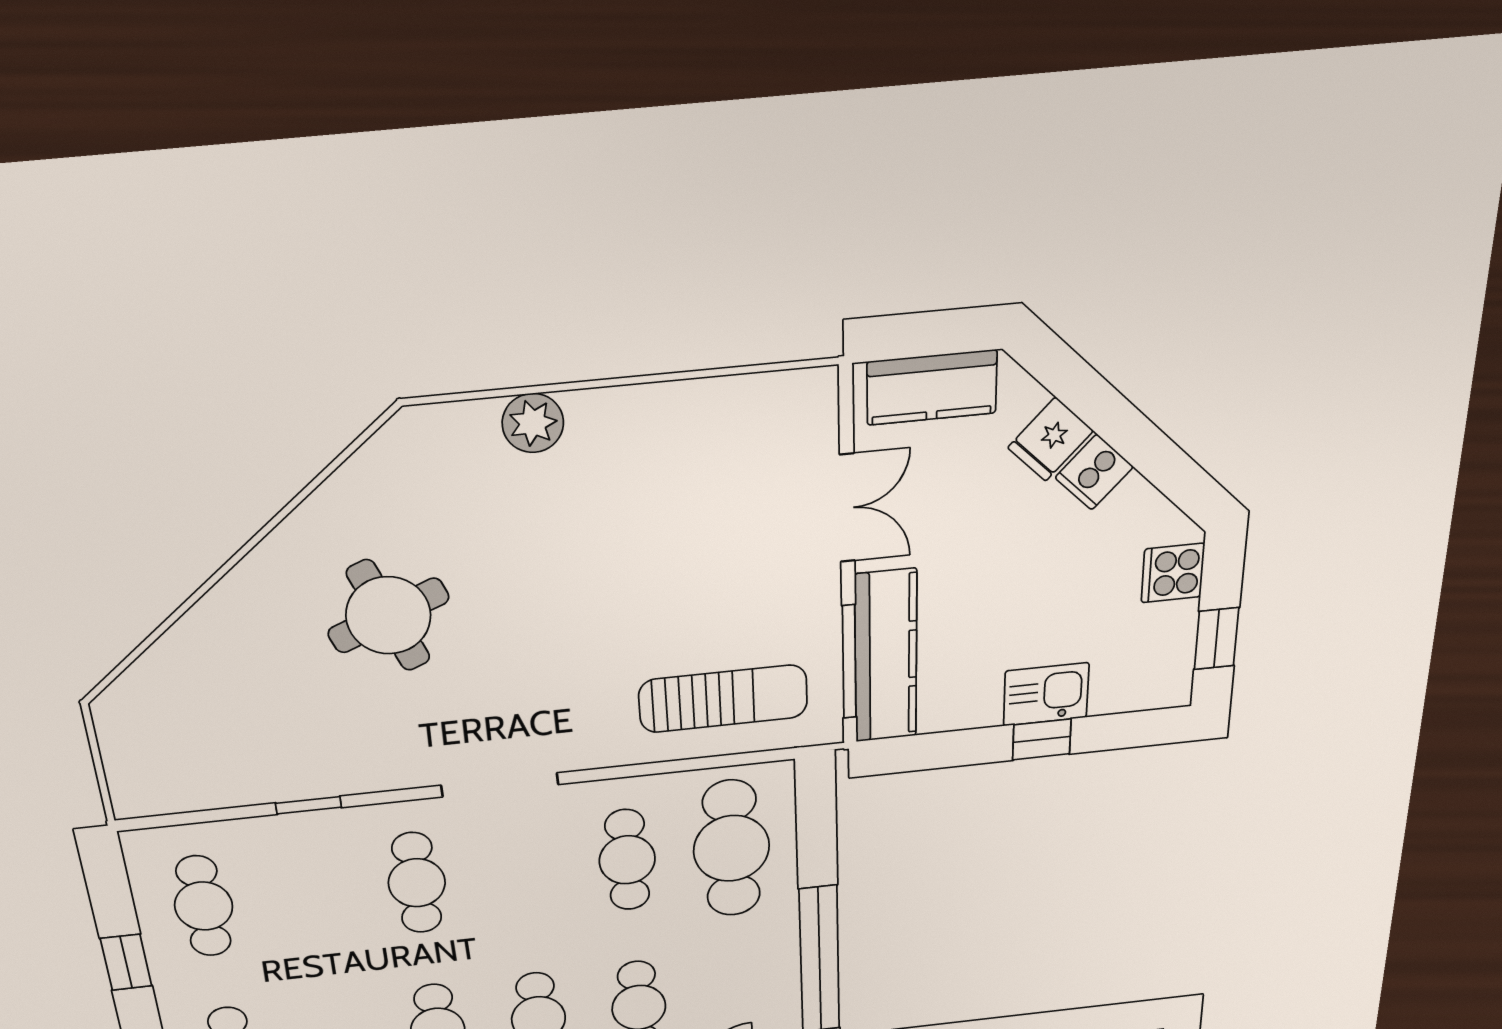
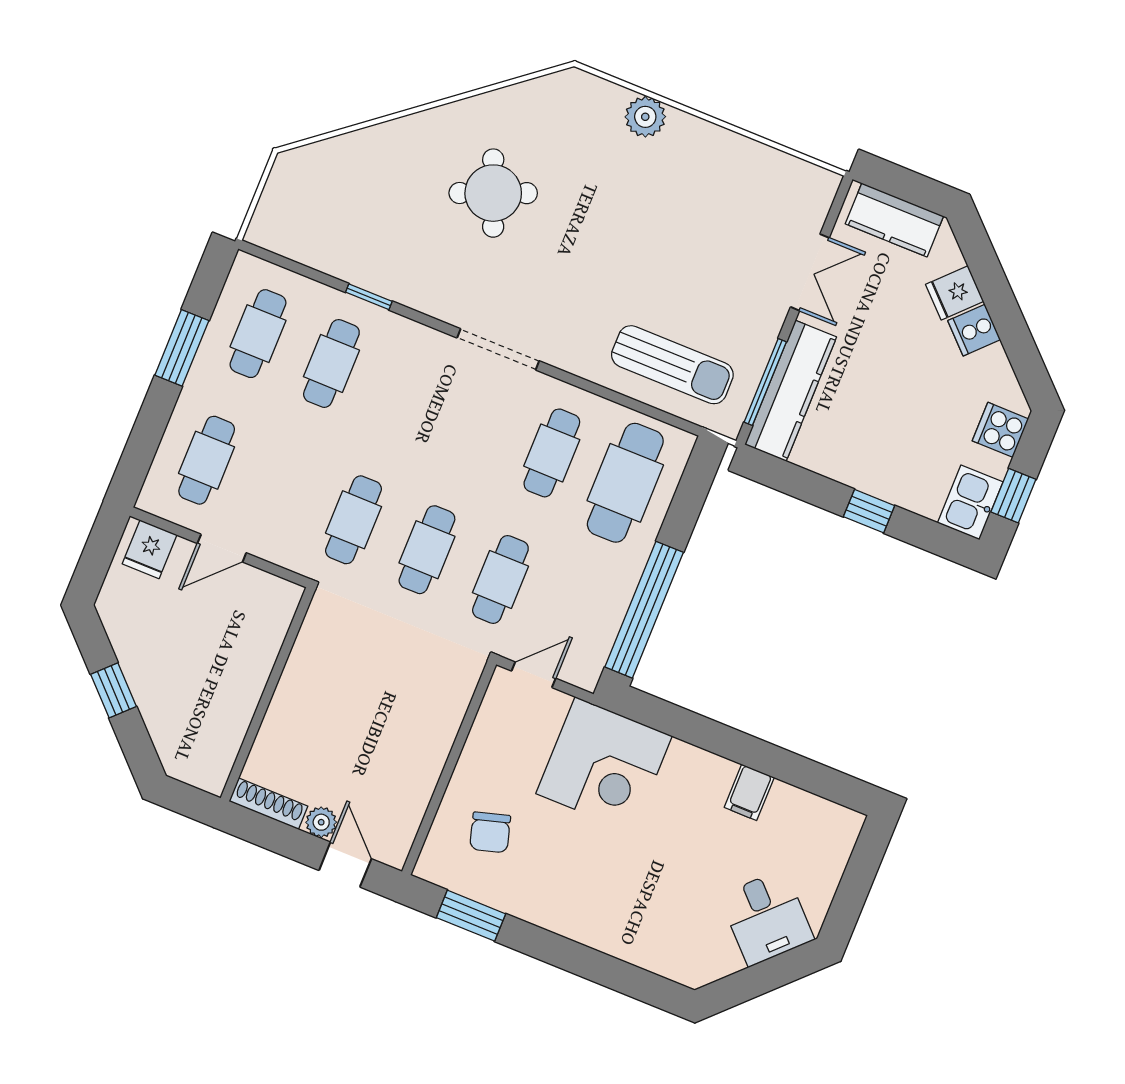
kitchen sink: (1046, 694) -> (970, 502), moved, turned -90
cafe table: (417, 883) -> (331, 363), moved
window: (126, 962) -> (182, 348), width x1.50

